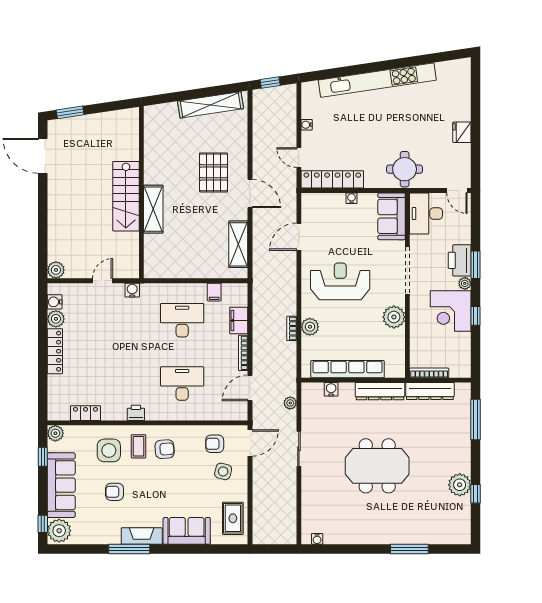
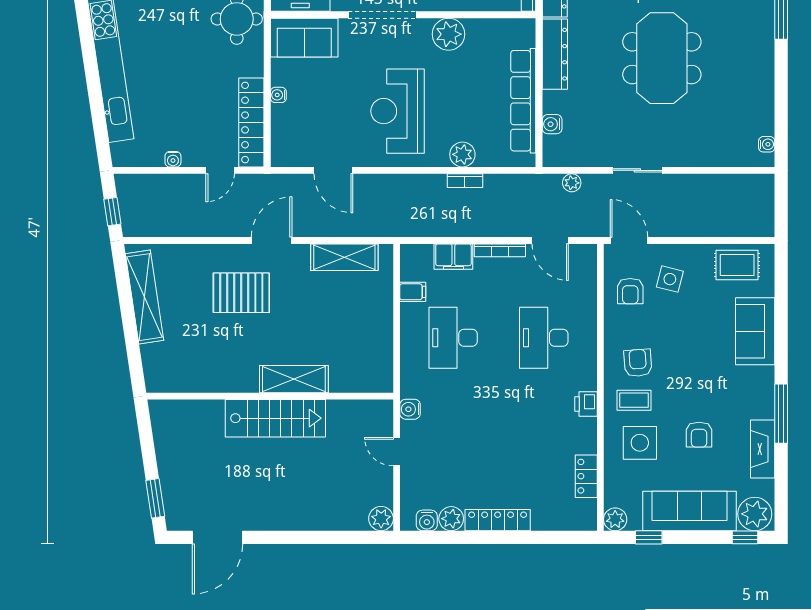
fireplace: (142, 536) -> (763, 449), moved

